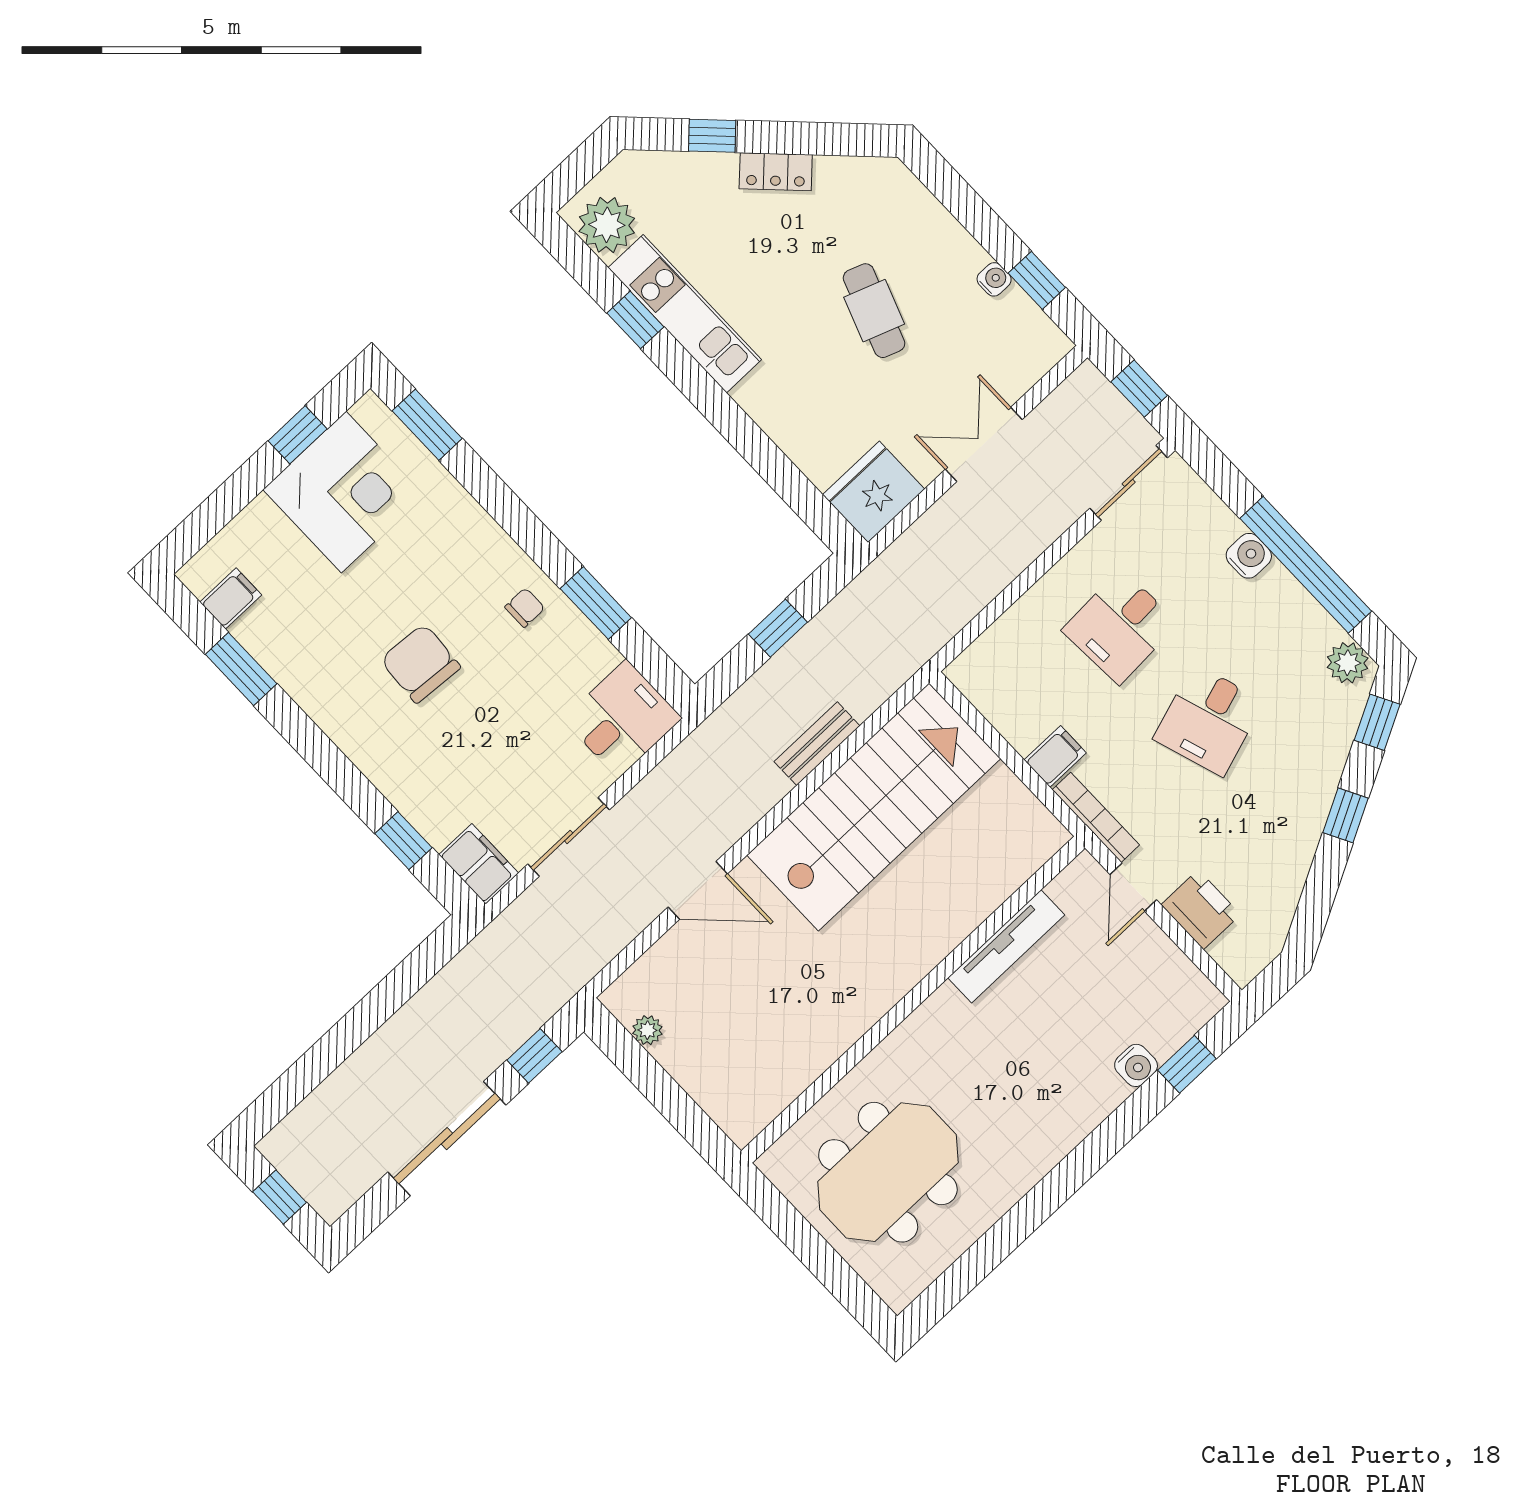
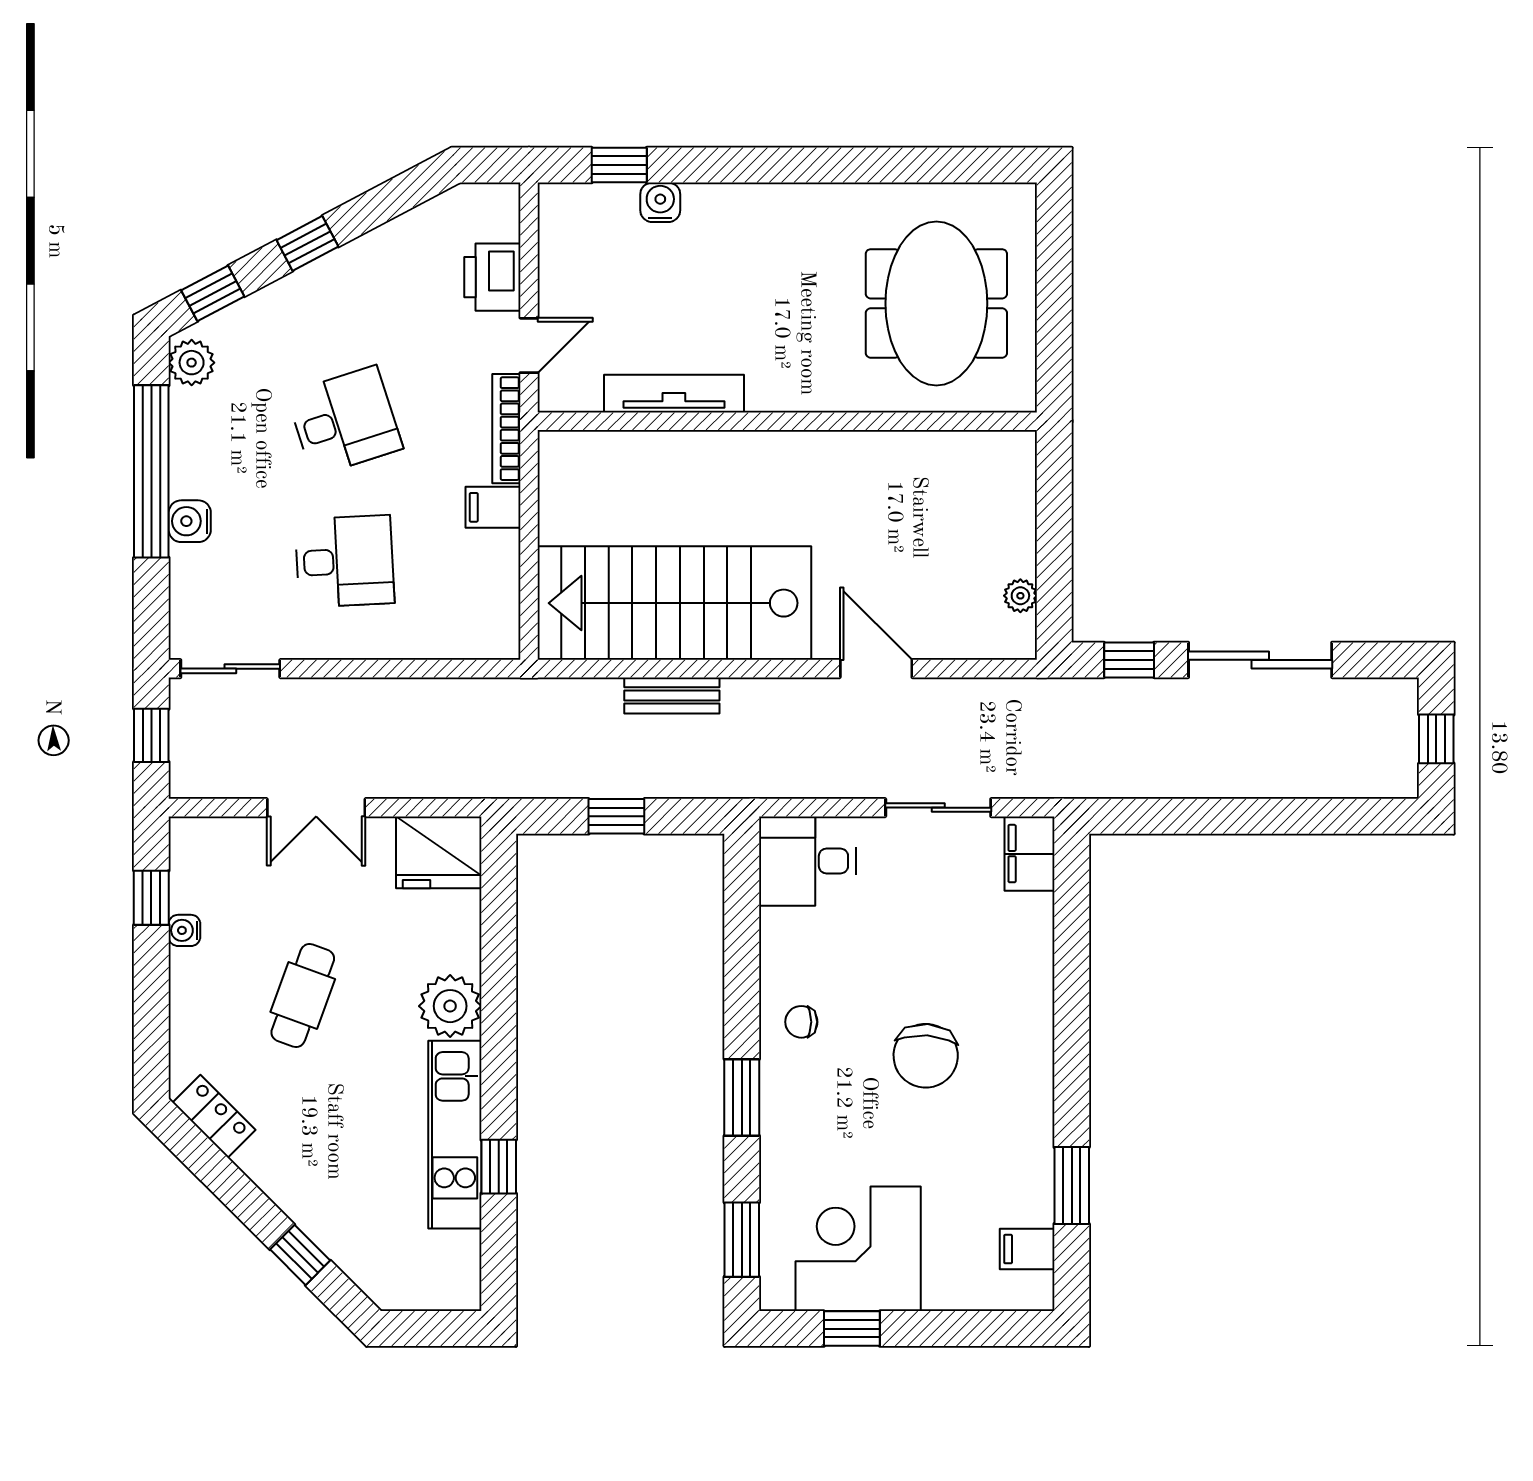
locker: (776, 172) -> (214, 1116), moved
plant: (607, 225) -> (450, 1006), moved
window: (596, 603) -> (742, 1097), moved
window: (403, 841) -> (1072, 928), removed
meeting table: (888, 1172) -> (936, 303), turned 90

